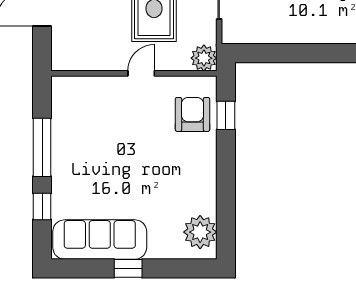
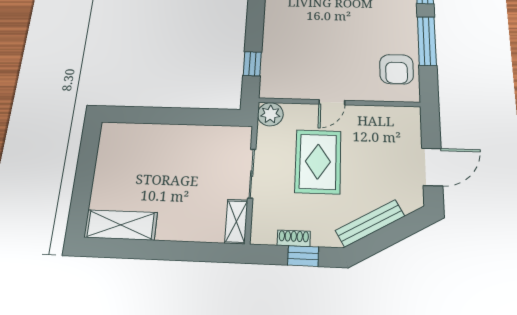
armchair: (193, 114) -> (396, 69), moved

